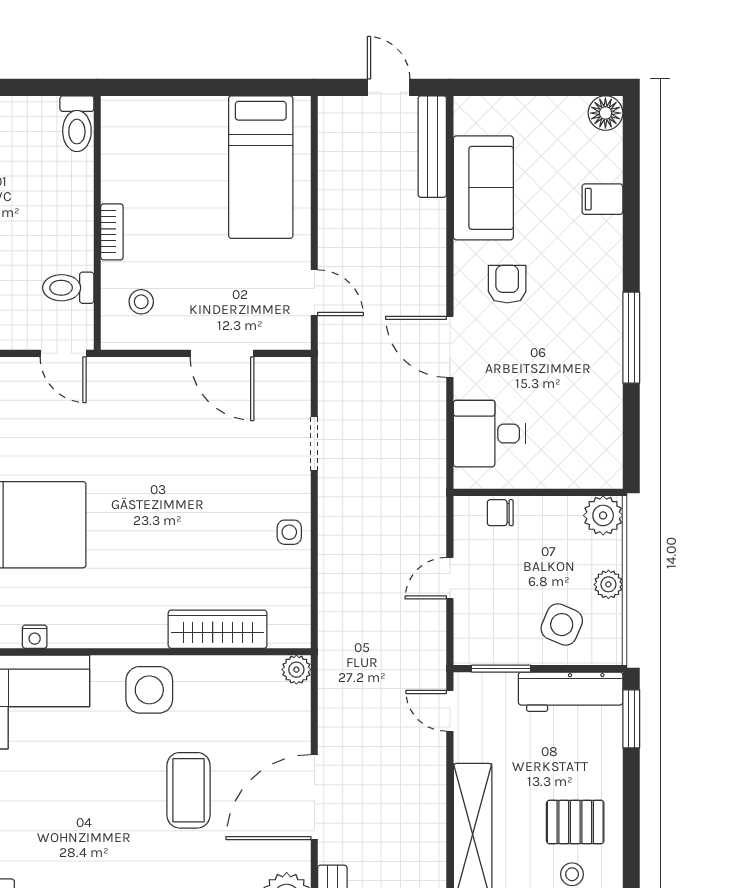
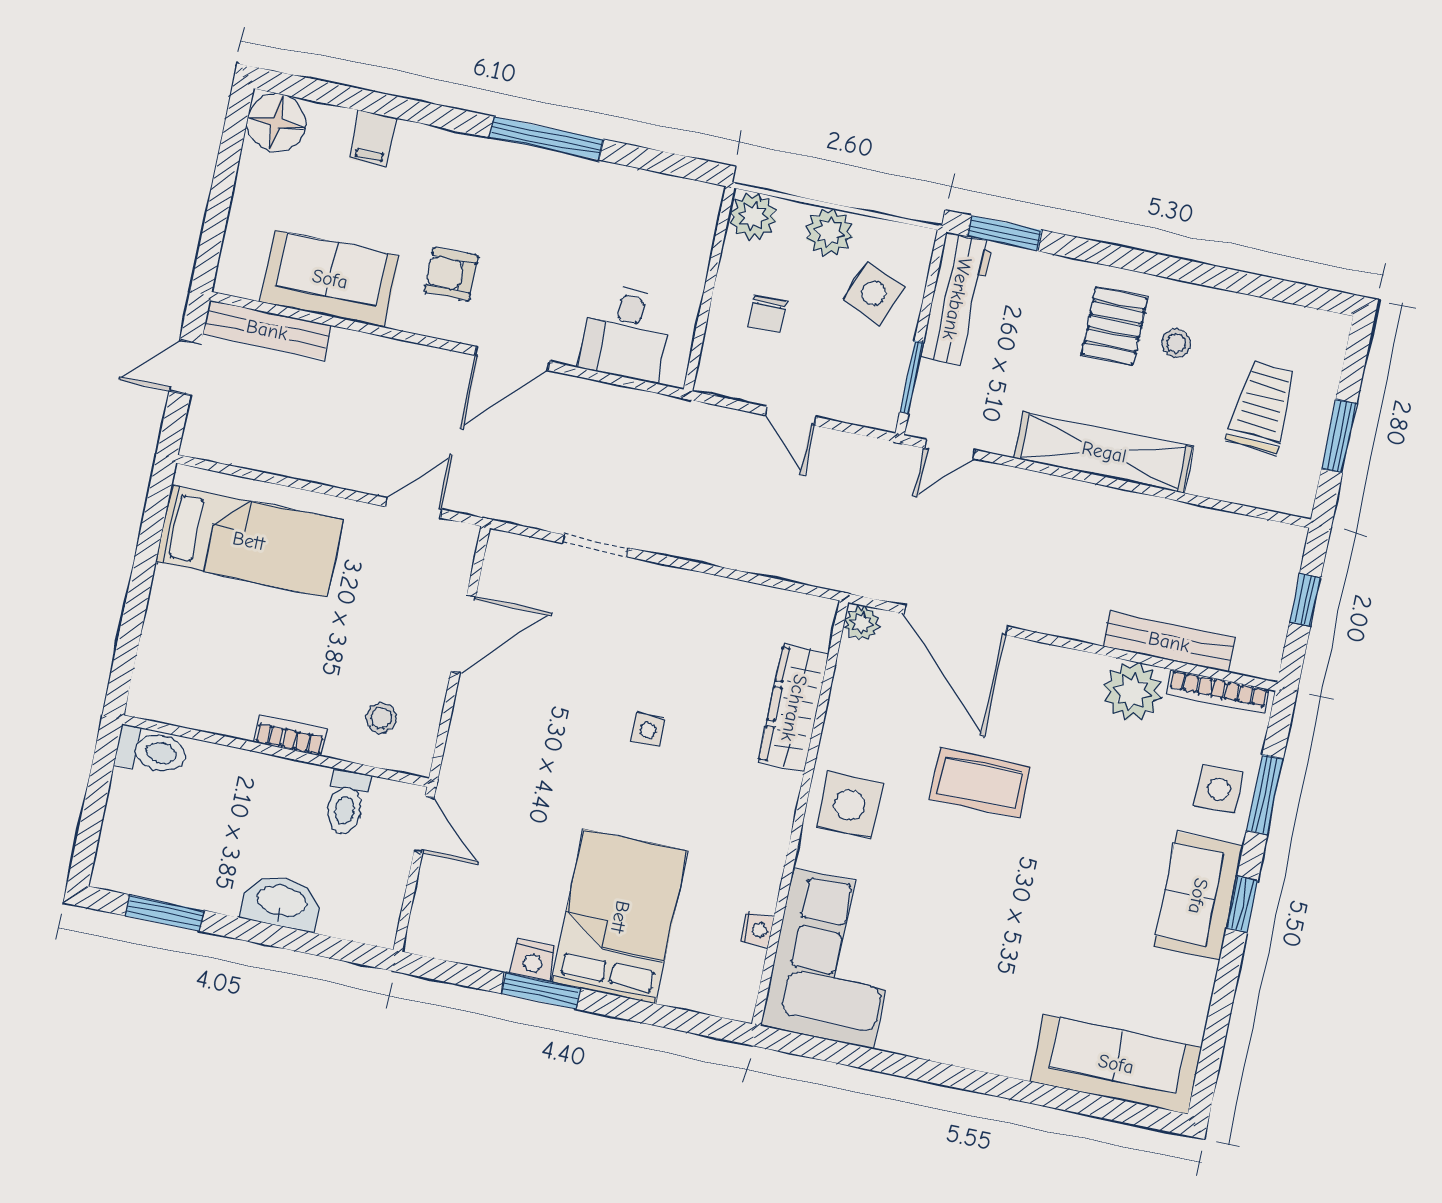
floor lamp: (605, 113) -> (276, 123), width x1.38, depth x1.38
door: (63, 353) -> (424, 825), hinge flipped
chair: (500, 513) -> (767, 314), moved
side table: (289, 532) -> (648, 730), moved
plant: (608, 584) -> (829, 232), width x1.38, depth x1.38
door: (314, 797) -> (956, 620), moved

